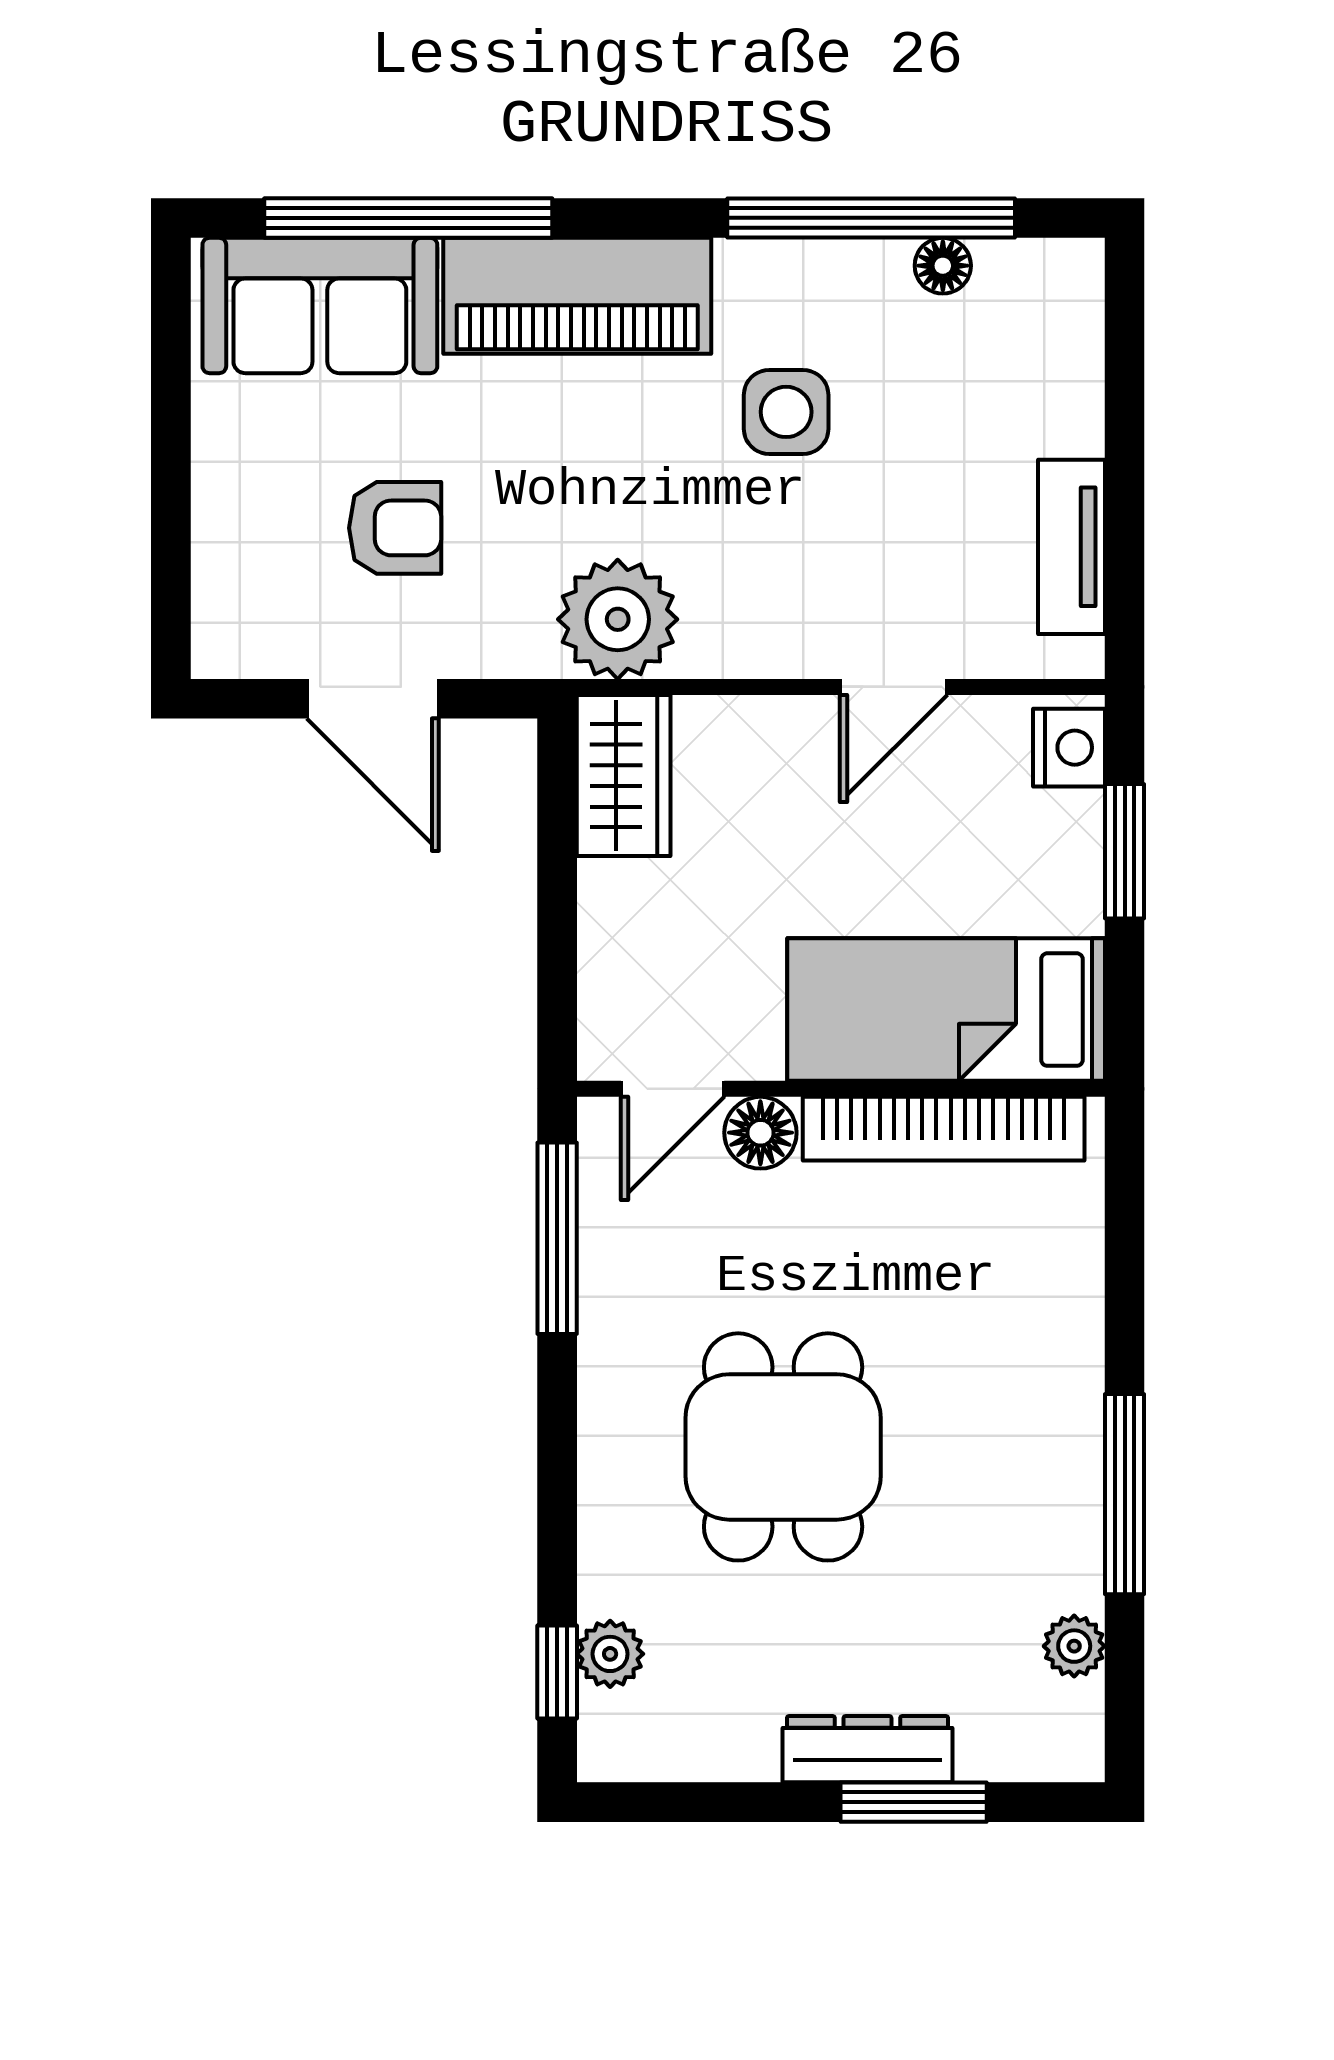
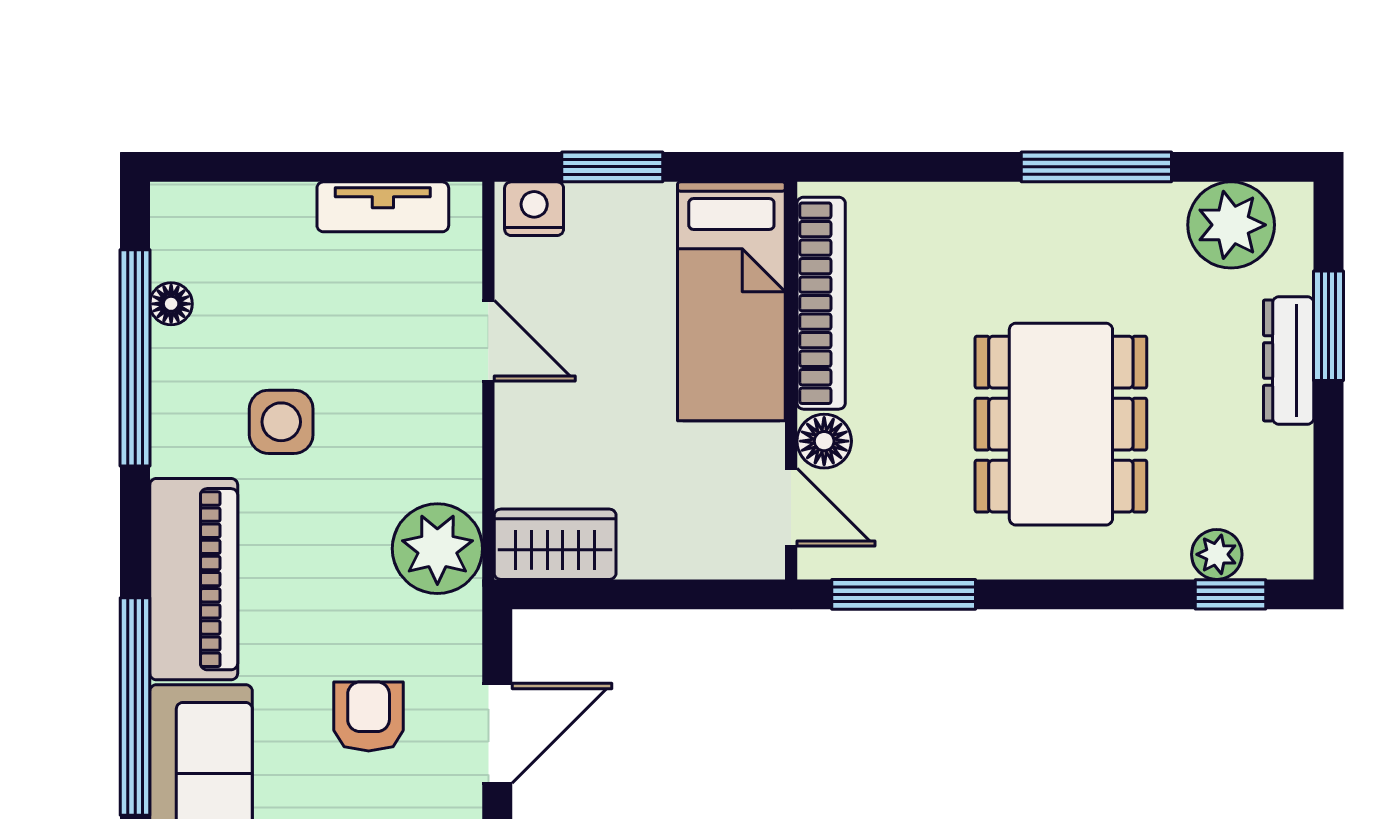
dining table: (783, 1447) -> (1061, 424), width x1.37
plant: (1074, 1646) -> (1231, 225), width x1.88, depth x1.88

